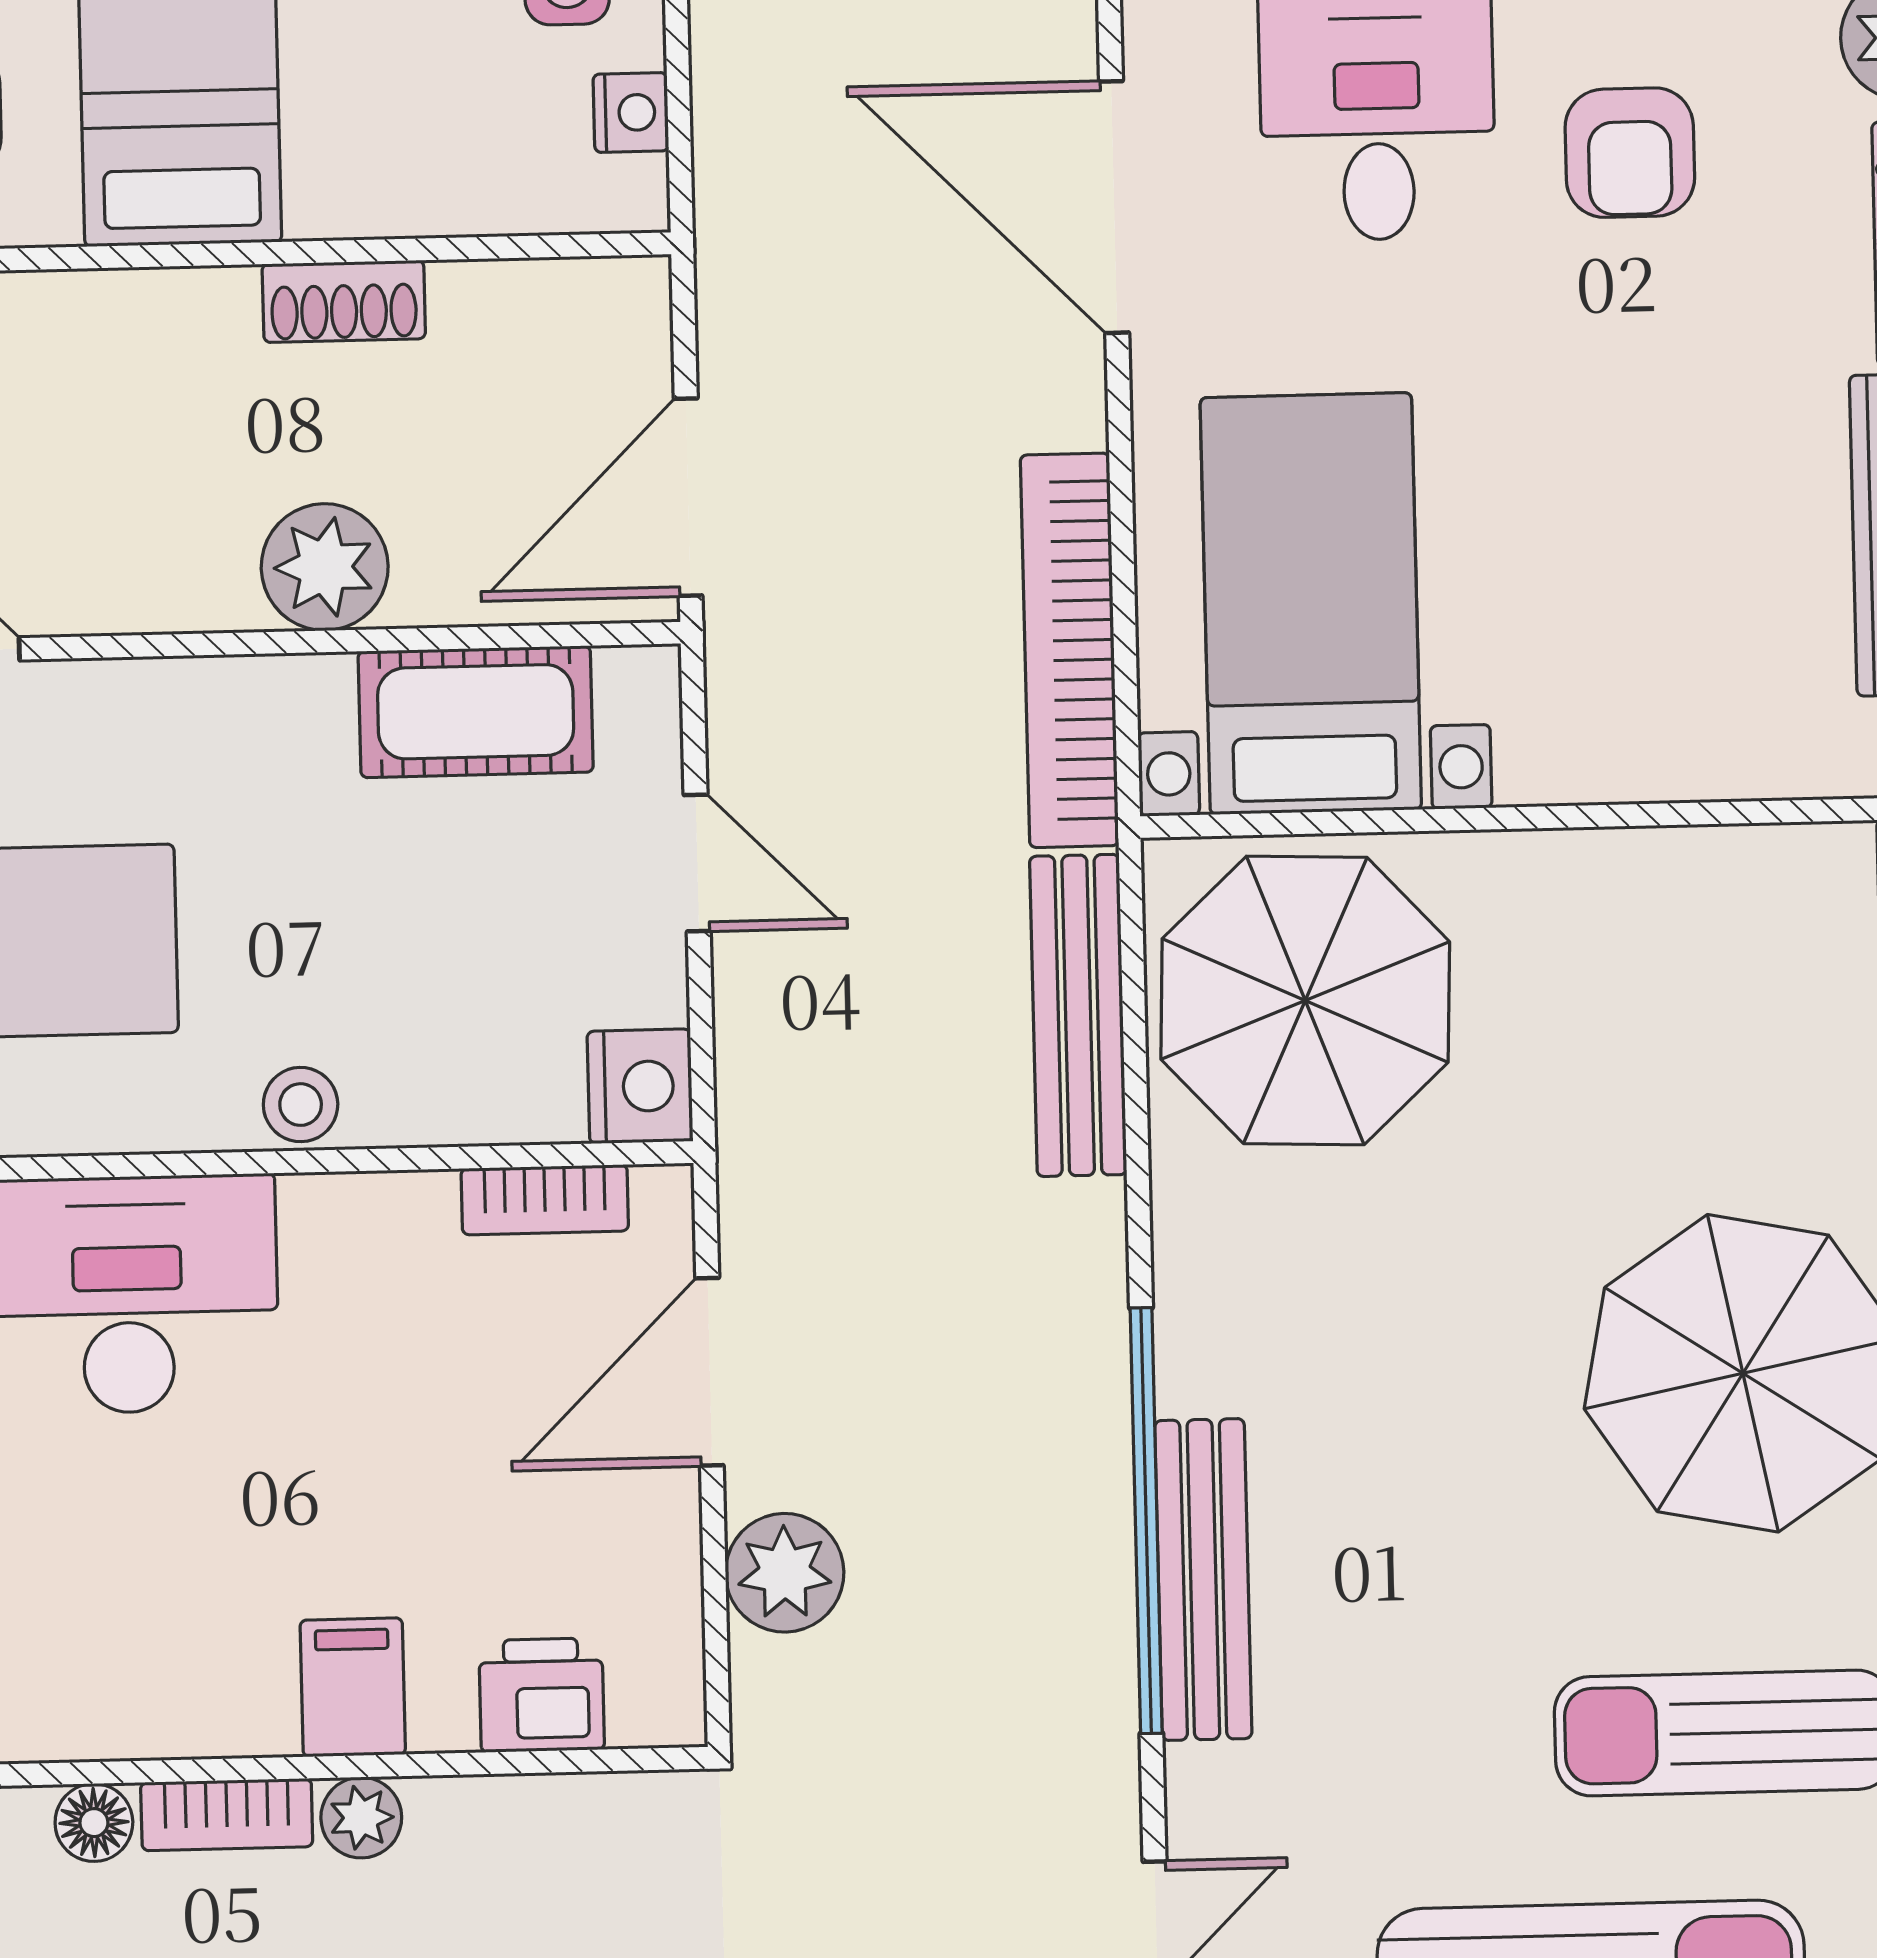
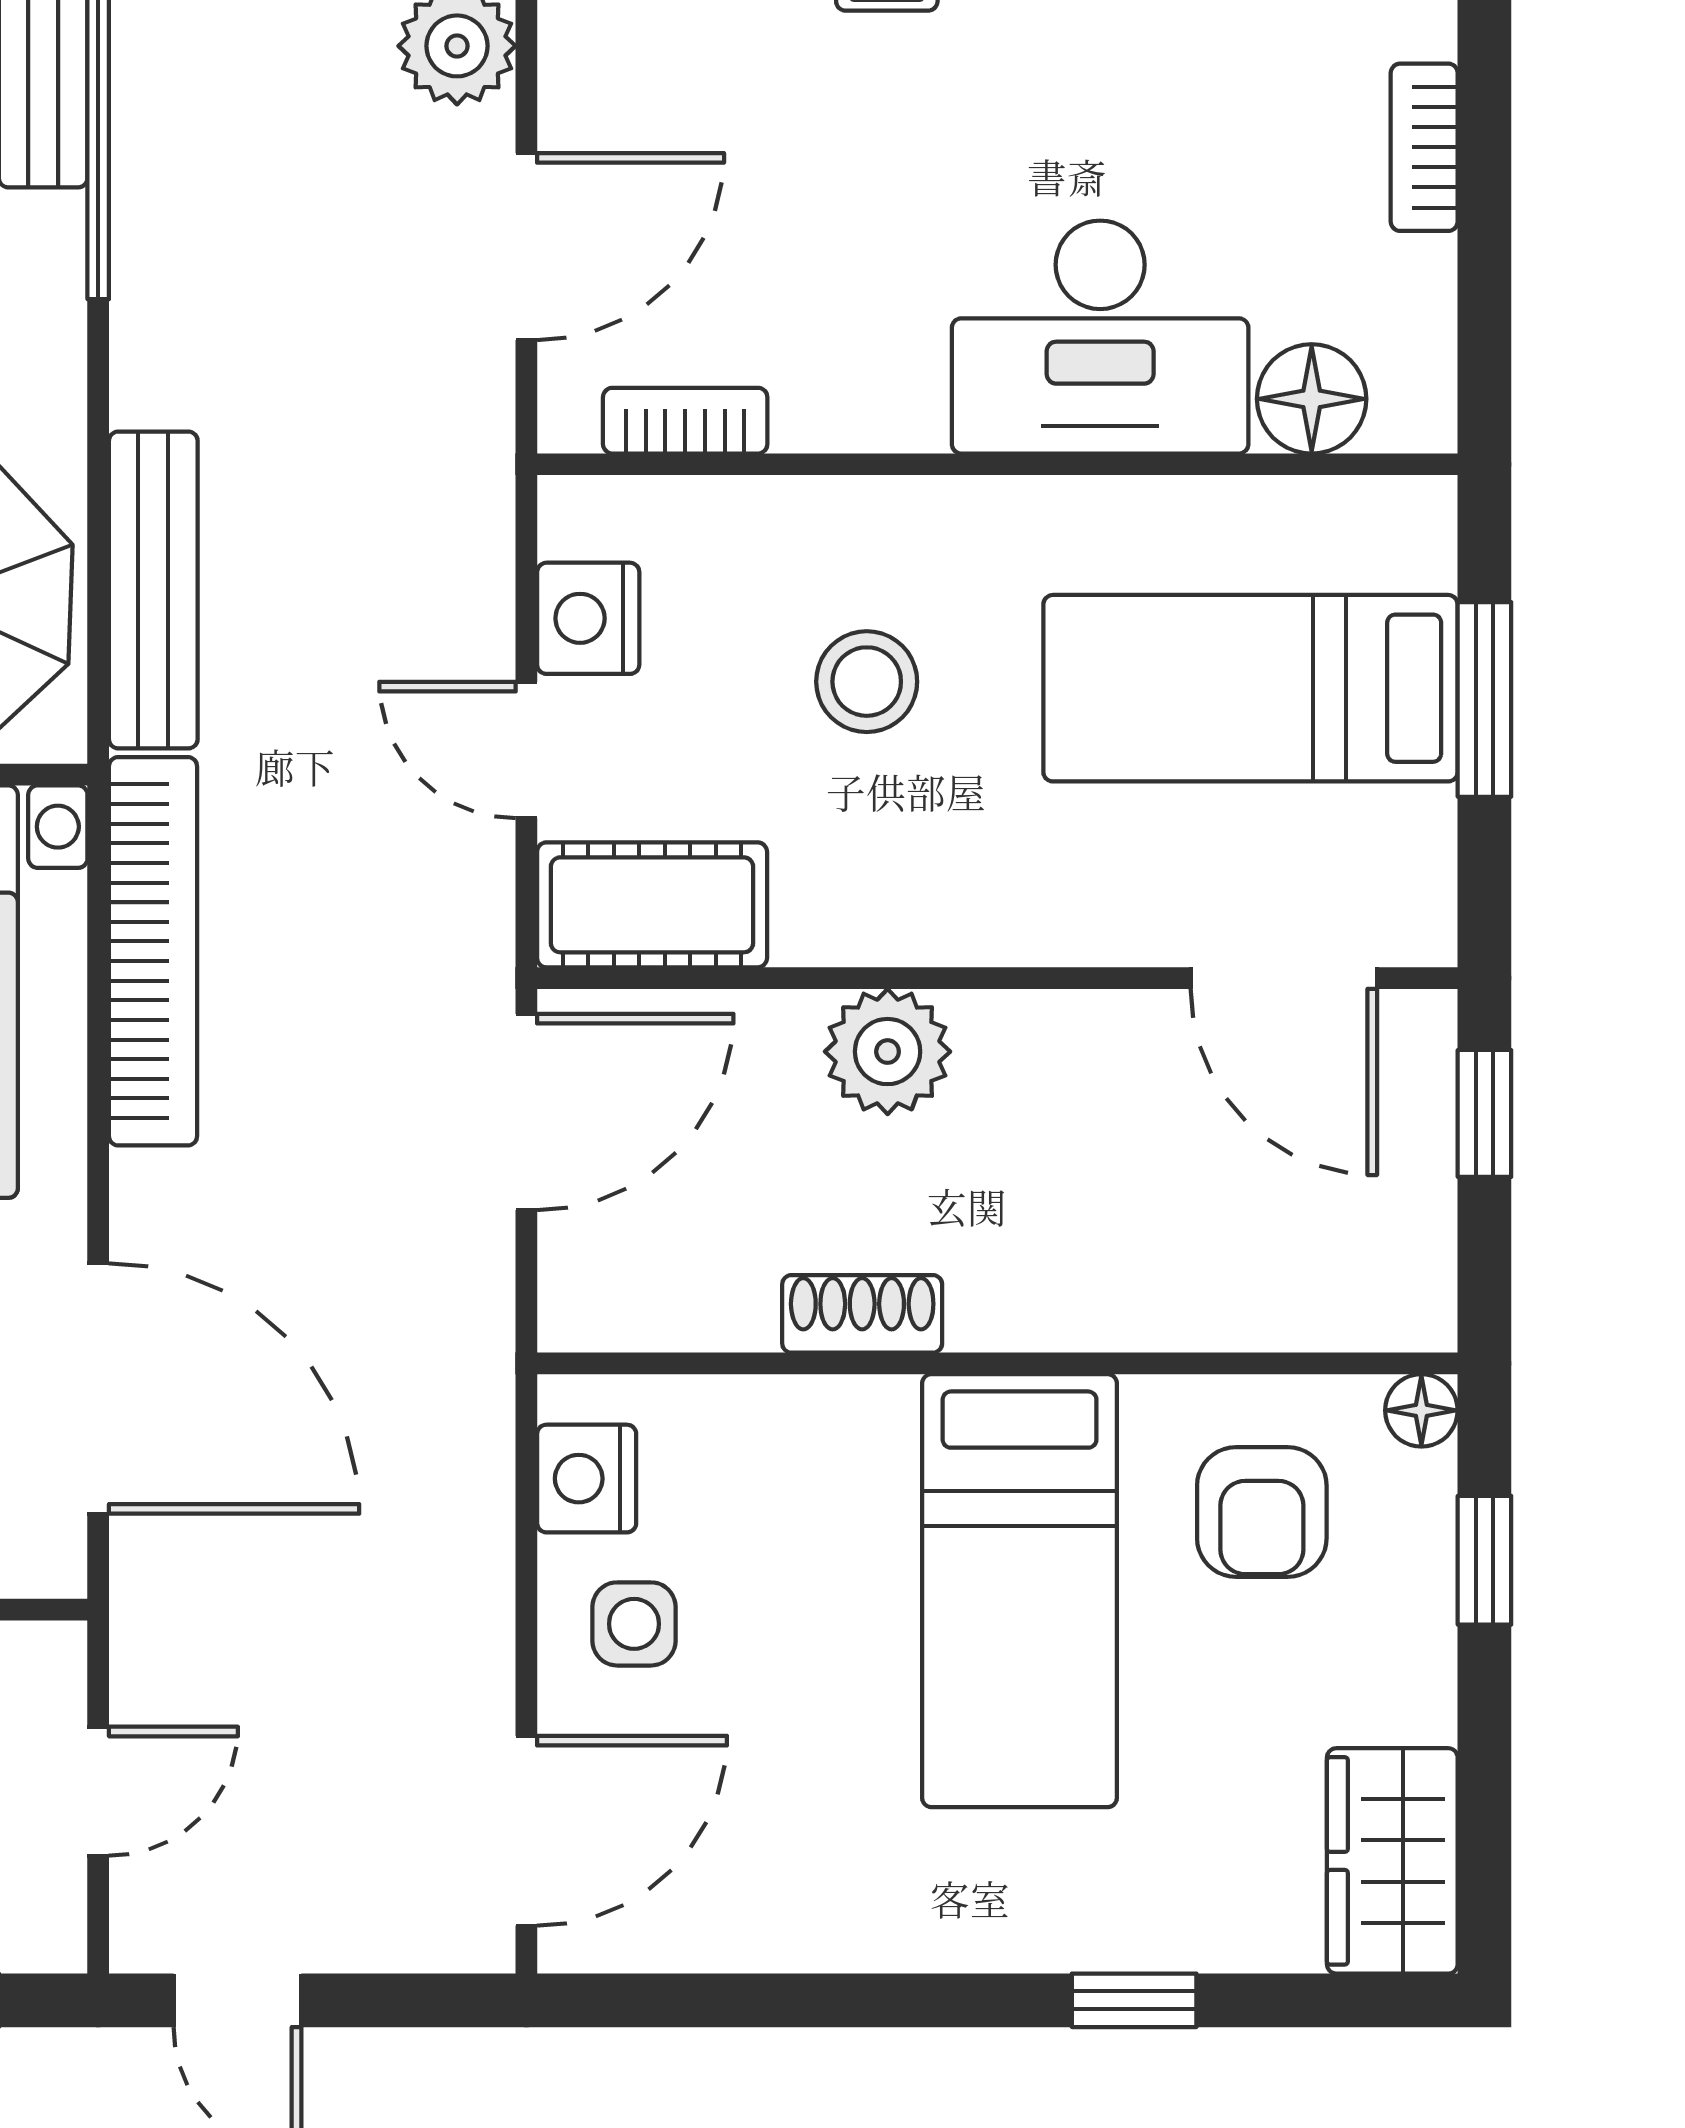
nightstand: (631, 113) -> (587, 1479), width x1.39, depth x1.35
cot: (476, 712) -> (652, 905), moved
nightstand: (640, 1086) -> (588, 618), moved
stool: (301, 1105) -> (867, 682), moved, width x1.37, depth x1.37

